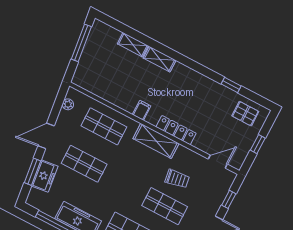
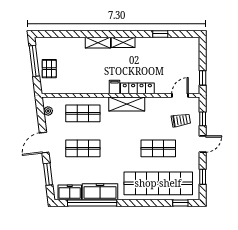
shelving: (133, 45) -> (123, 42), moved
filing cabinet: (142, 110) -> (114, 87), moved
pallet: (245, 114) -> (49, 69), moved, turned 90
window: (258, 144) -> (203, 78), moved
freezer: (45, 176) -> (70, 192), moved, turned -83
trolley: (177, 179) -> (181, 120), moved

